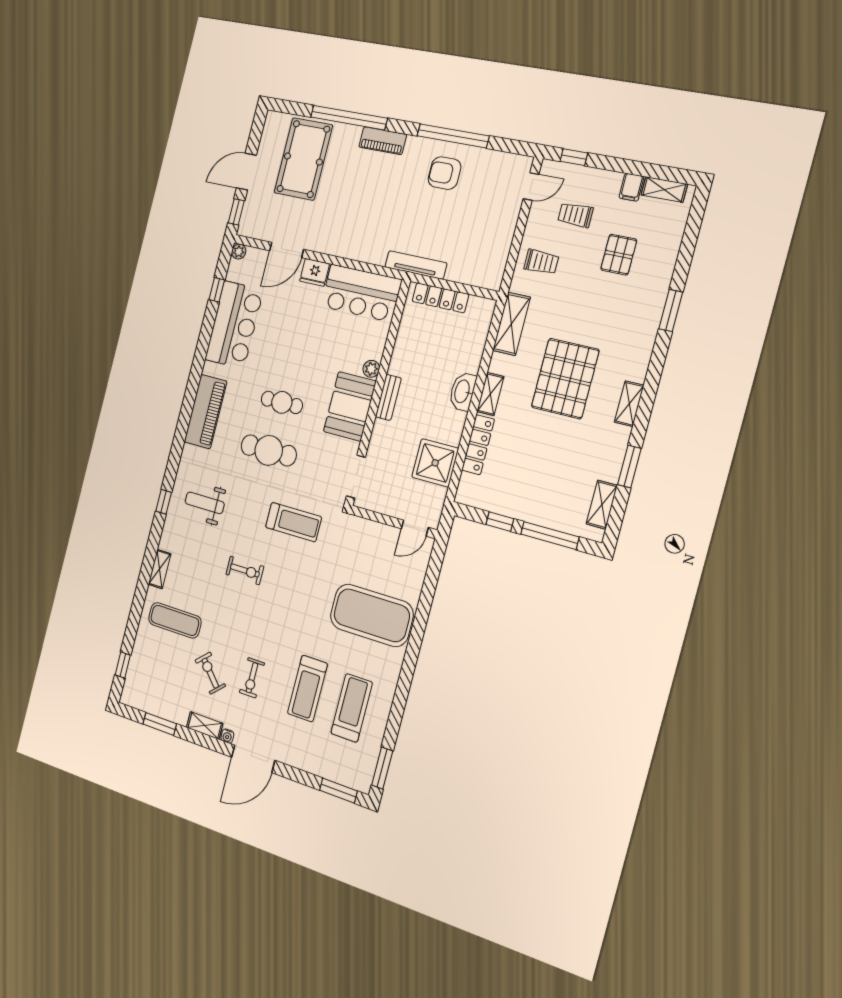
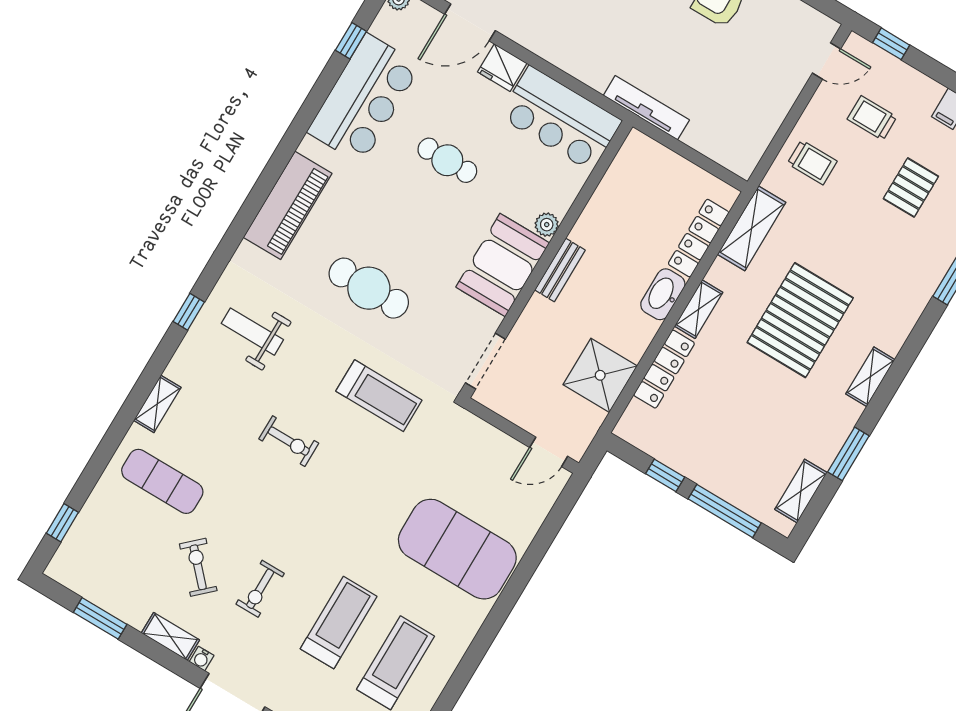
locker: (440, 298) -> (699, 238), moved, turned 90
cafe table: (282, 402) -> (447, 160), moved
treadmill: (307, 689) -> (339, 623), turned 180

